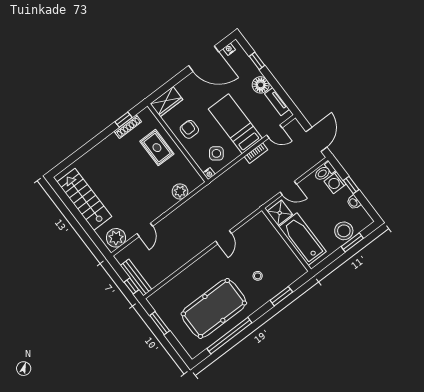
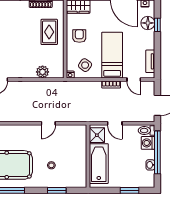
floor lamp: (261, 85) -> (148, 23), moved
window: (351, 185) -> (157, 152), width x3.17
stool: (344, 231) -> (130, 179), removed

